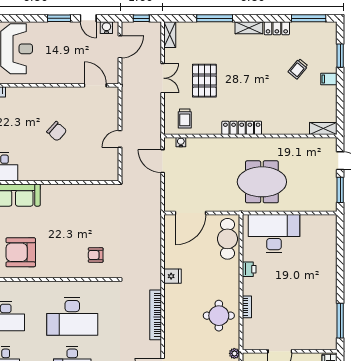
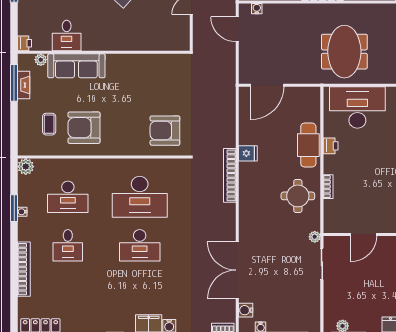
meeting table: (262, 182) -> (344, 52), turned 90
cafe table: (228, 239) -> (308, 145), moved
armchair: (96, 255) -> (165, 131), width x1.88, depth x1.88
bookcase: (156, 315) -> (230, 175), moved

